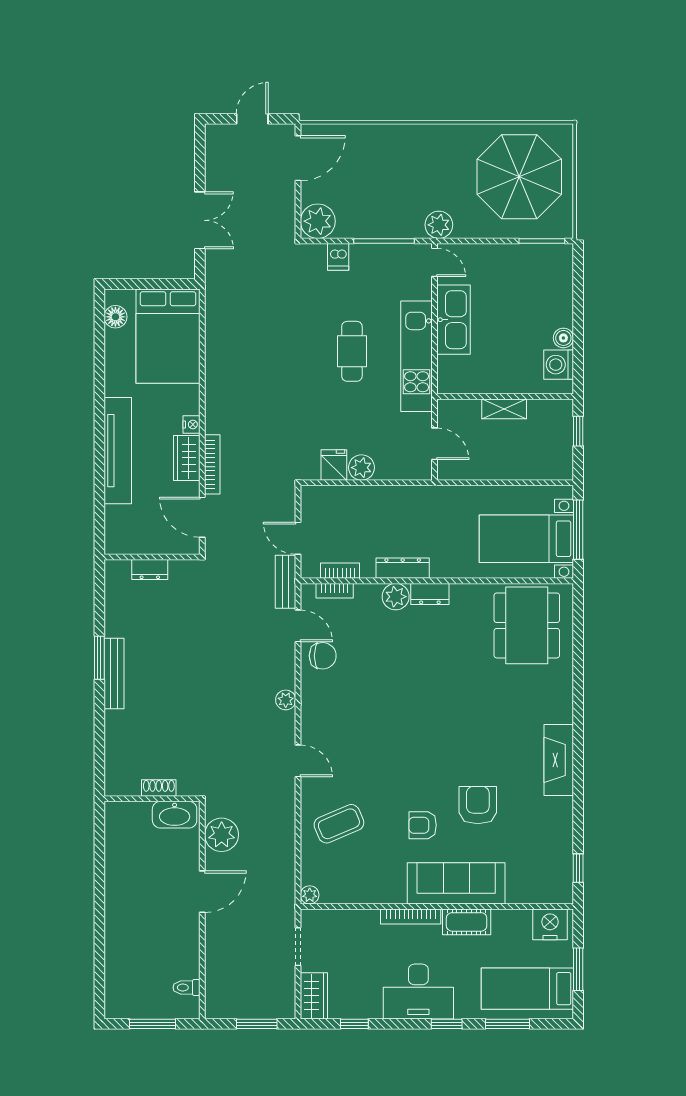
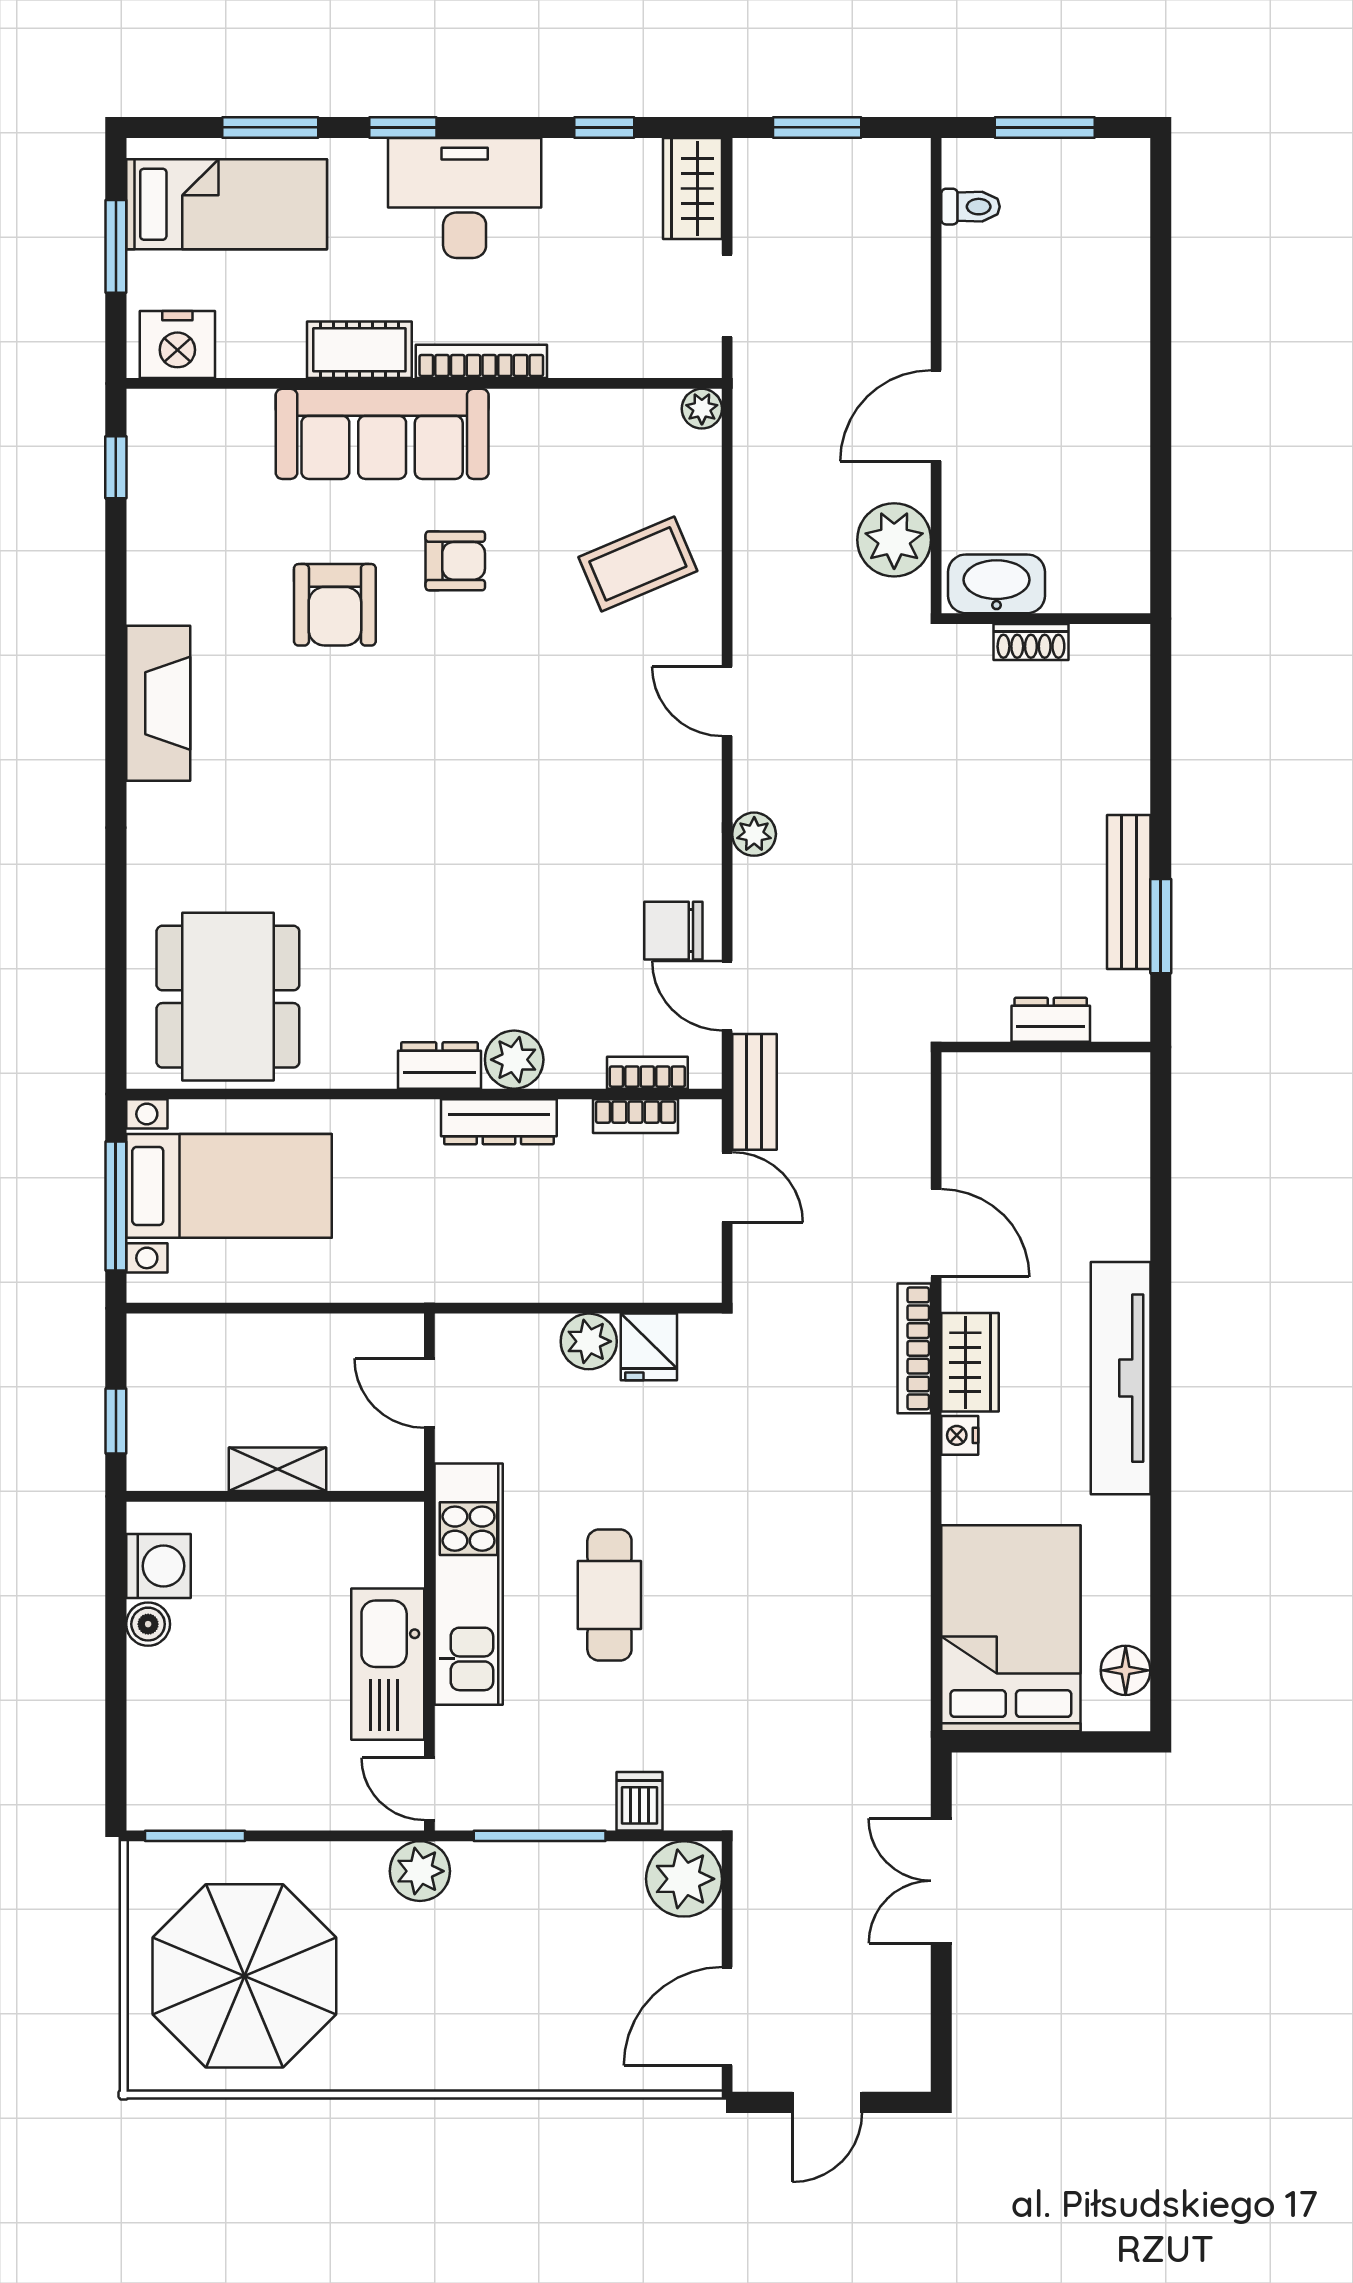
wall: (152, 557) -> (1046, 1047), moved
dresser: (150, 569) -> (1051, 1020), moved

